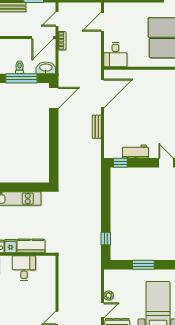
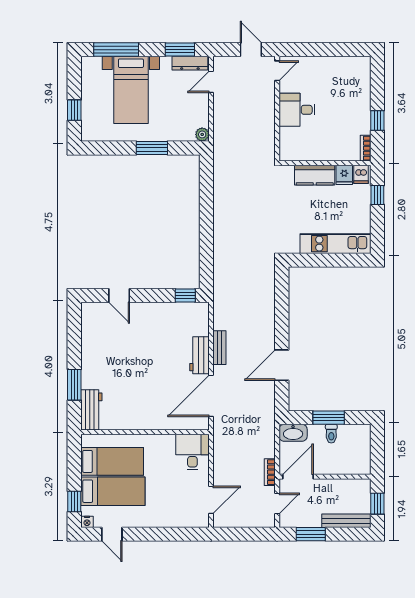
window: (21, 78) -> (329, 418), width x0.69
door: (54, 98) -> (282, 365), moved
workbench: (135, 152) -> (199, 355), moved, turned 90
window: (106, 238) -> (206, 186), removed
desk: (24, 268) -> (297, 110), moved, turned 90
plant: (109, 296) -> (202, 134), moved

